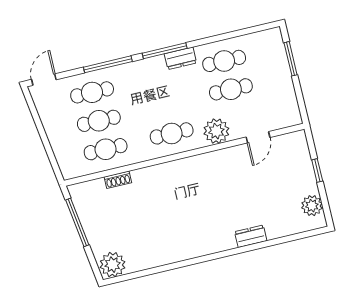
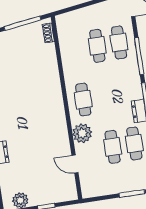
cafe table: (106, 149) -> (76, 49), removed
shoe rack: (118, 180) -> (48, 33), moved

